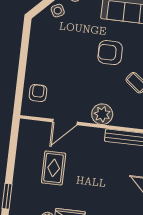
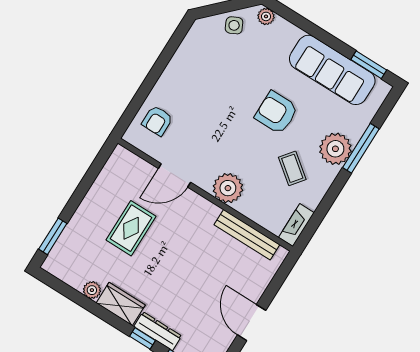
armchair: (38, 93) -> (157, 121), turned 180

